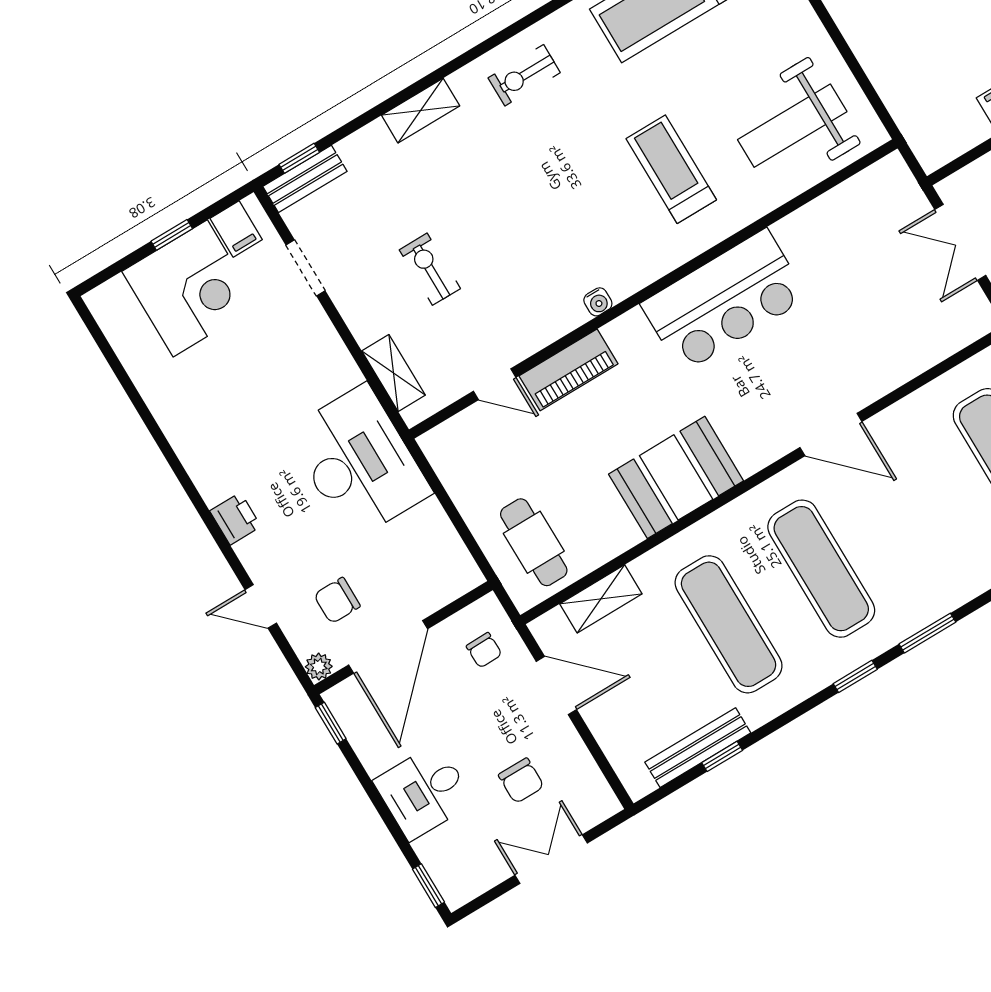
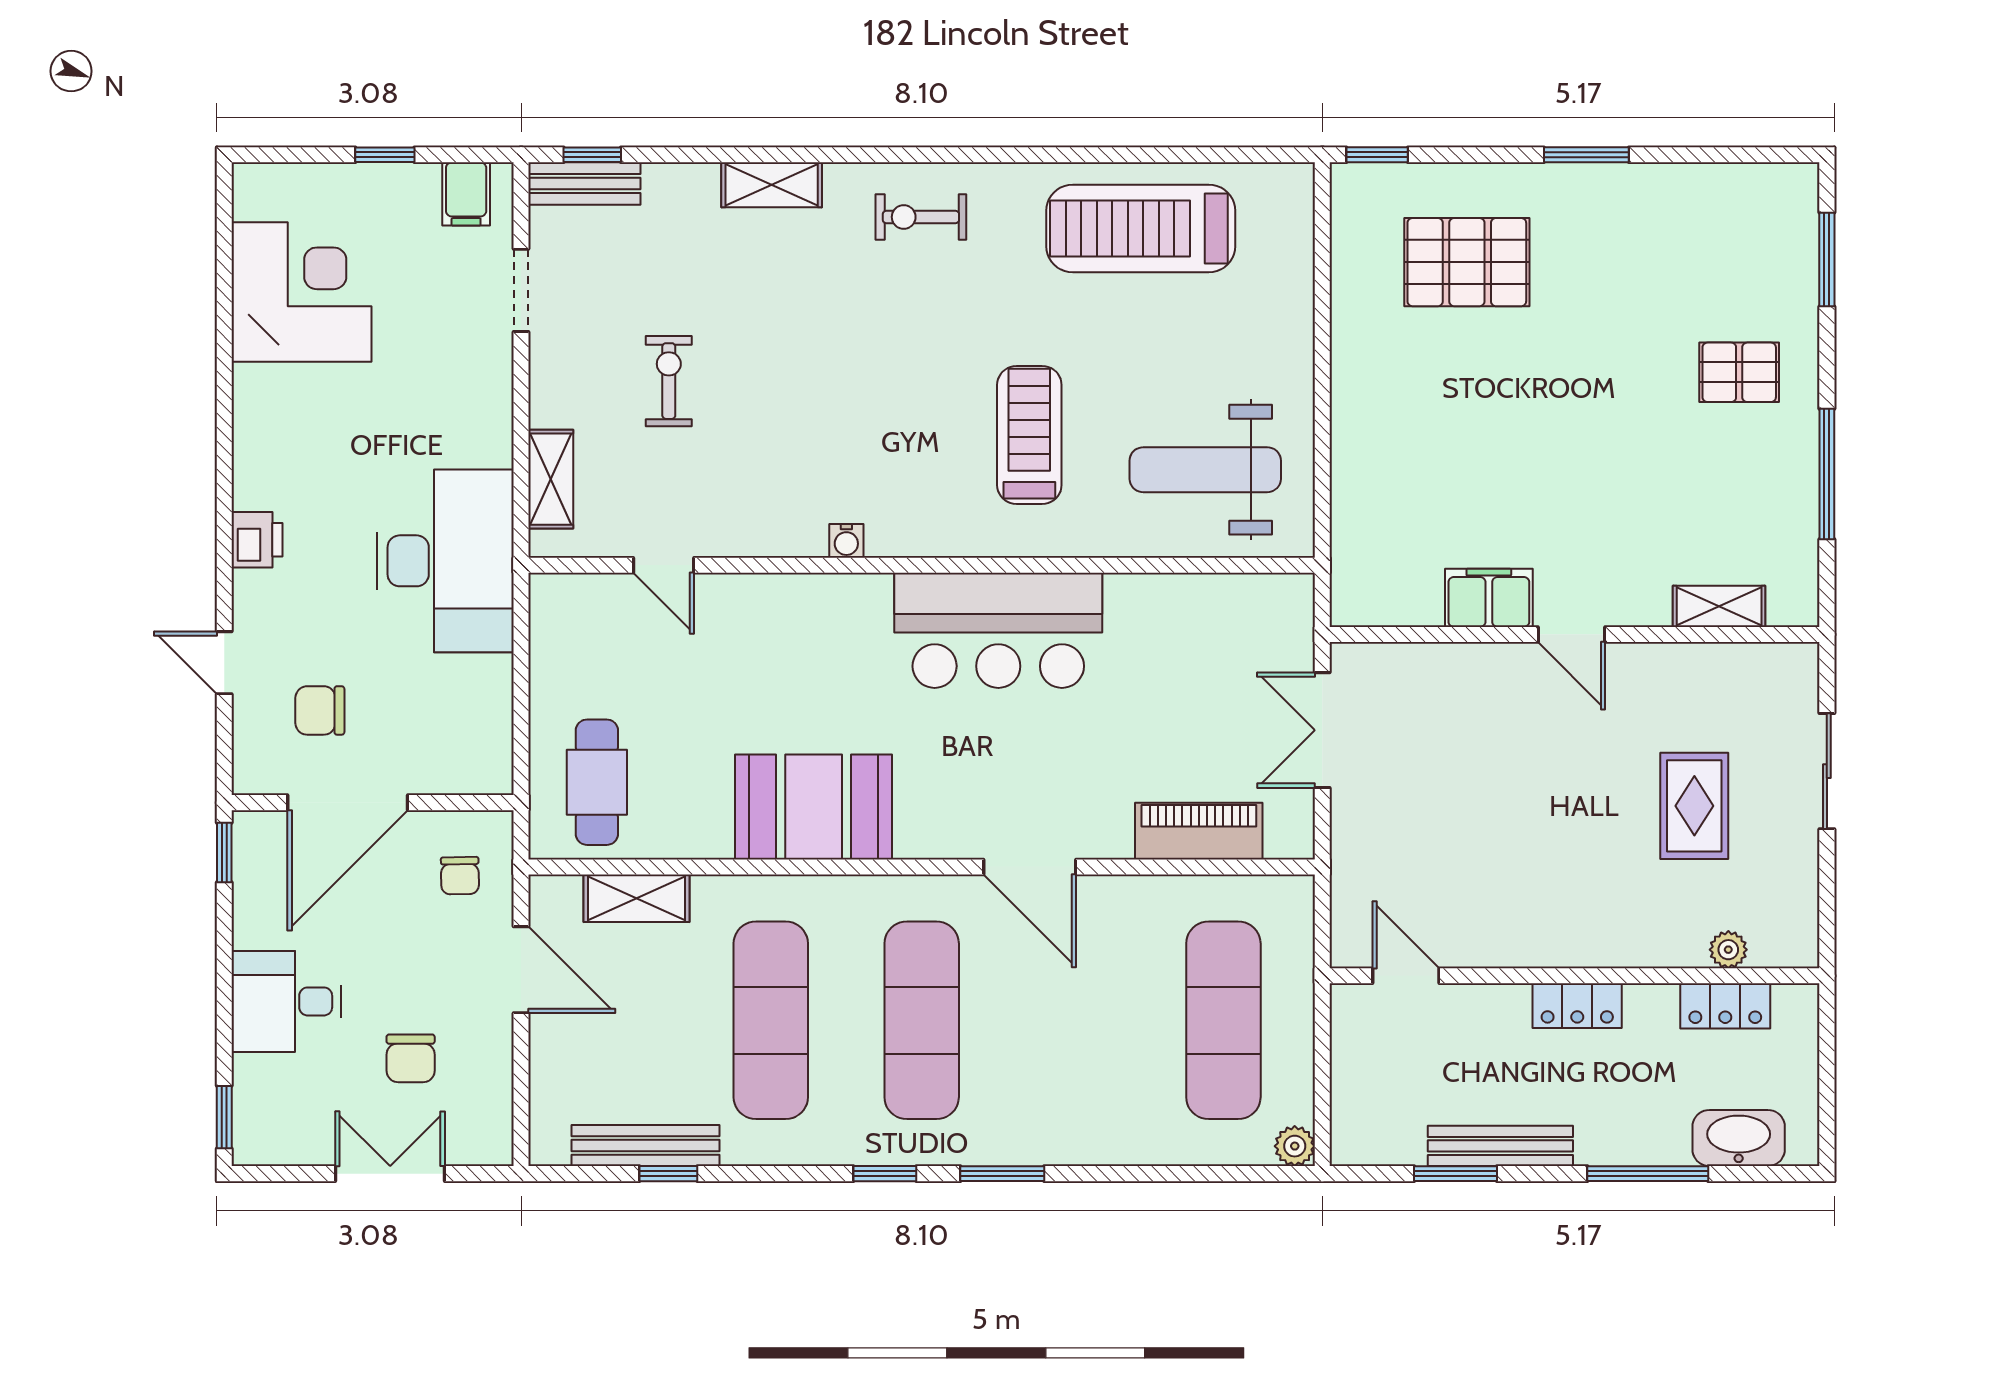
corner desk: (190, 288) -> (301, 292), moved, turned -90
piano: (569, 370) -> (1199, 831), moved, turned 180
plant: (319, 667) -> (251, 776), removed

